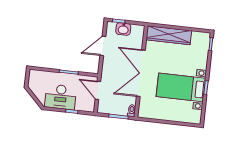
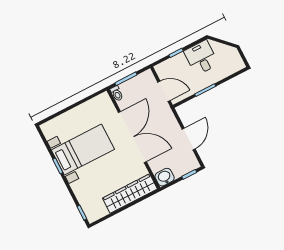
washbasin: (123, 29) -> (165, 177), moved
desk: (60, 97) -> (201, 58), width x0.73

